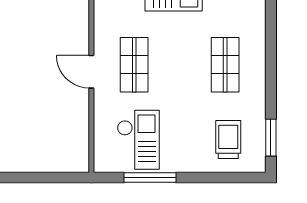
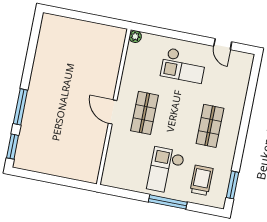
checkout: (138, 140) -> (166, 171), moved, turned 180
window: (150, 178) -> (168, 202), moved

